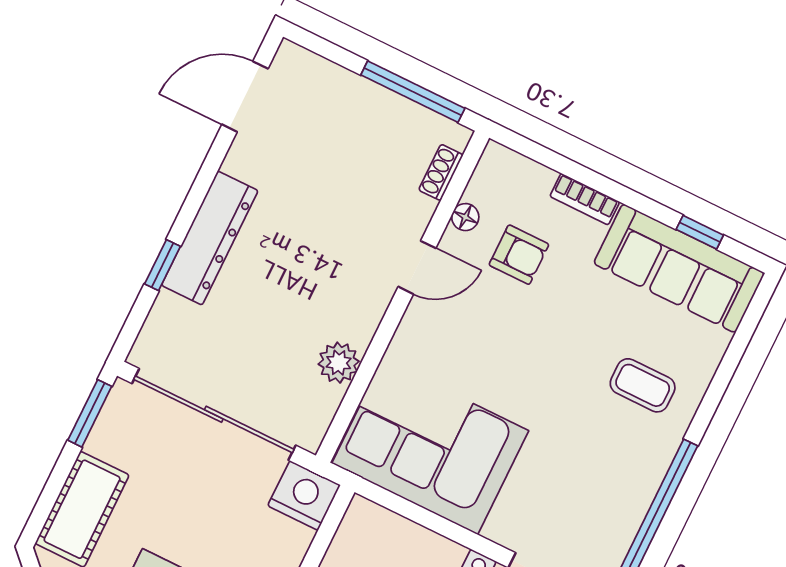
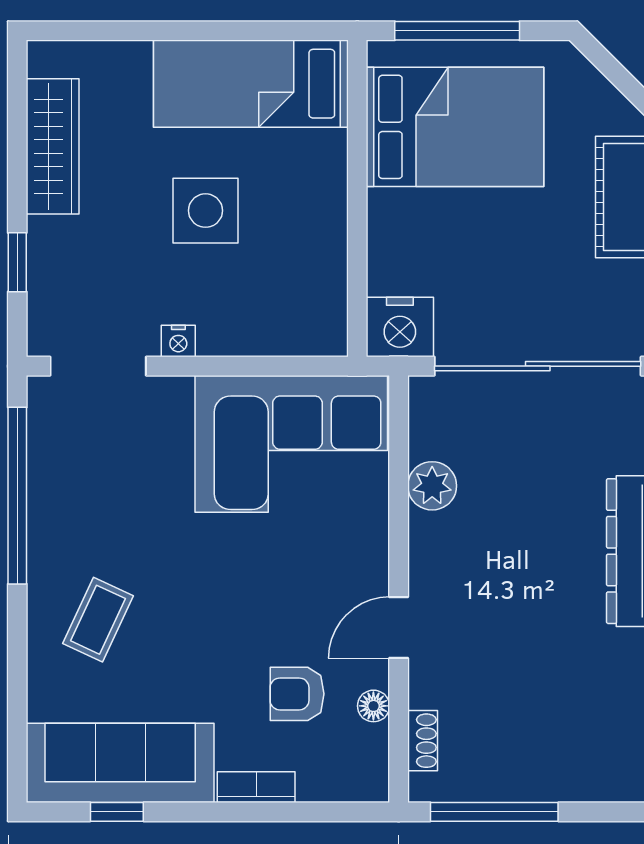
coffee table: (643, 385) -> (98, 620), turned -65

